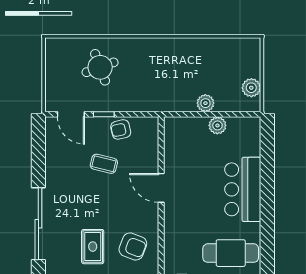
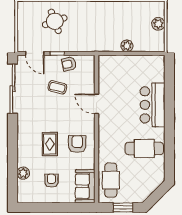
plant: (251, 88) -> (158, 24), moved
plant: (217, 125) -> (135, 61), removed
sliding door: (38, 224) -> (13, 89), moved
armchair: (133, 246) -> (77, 144), turned -111

